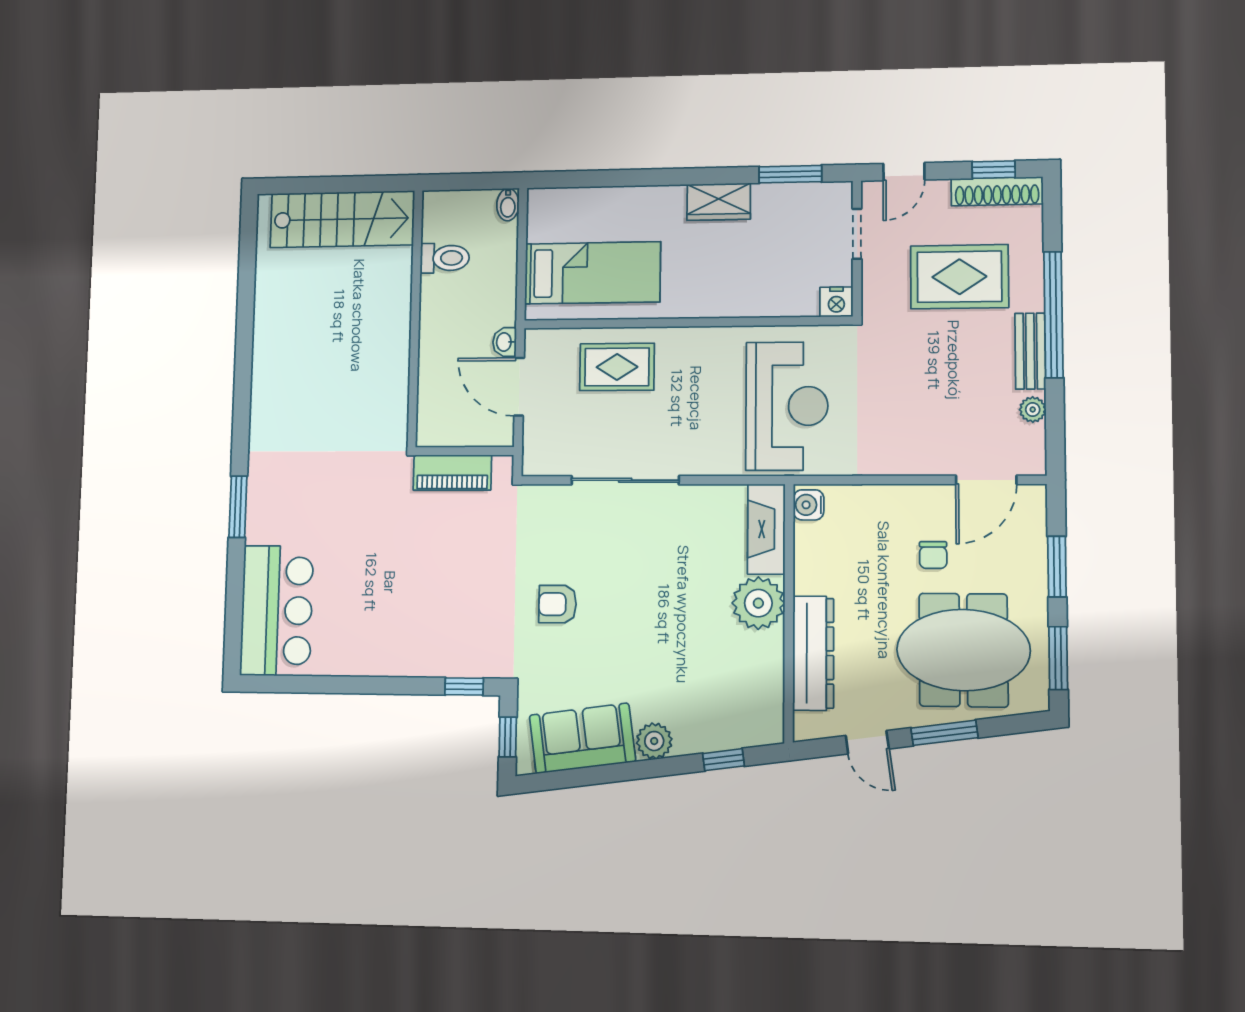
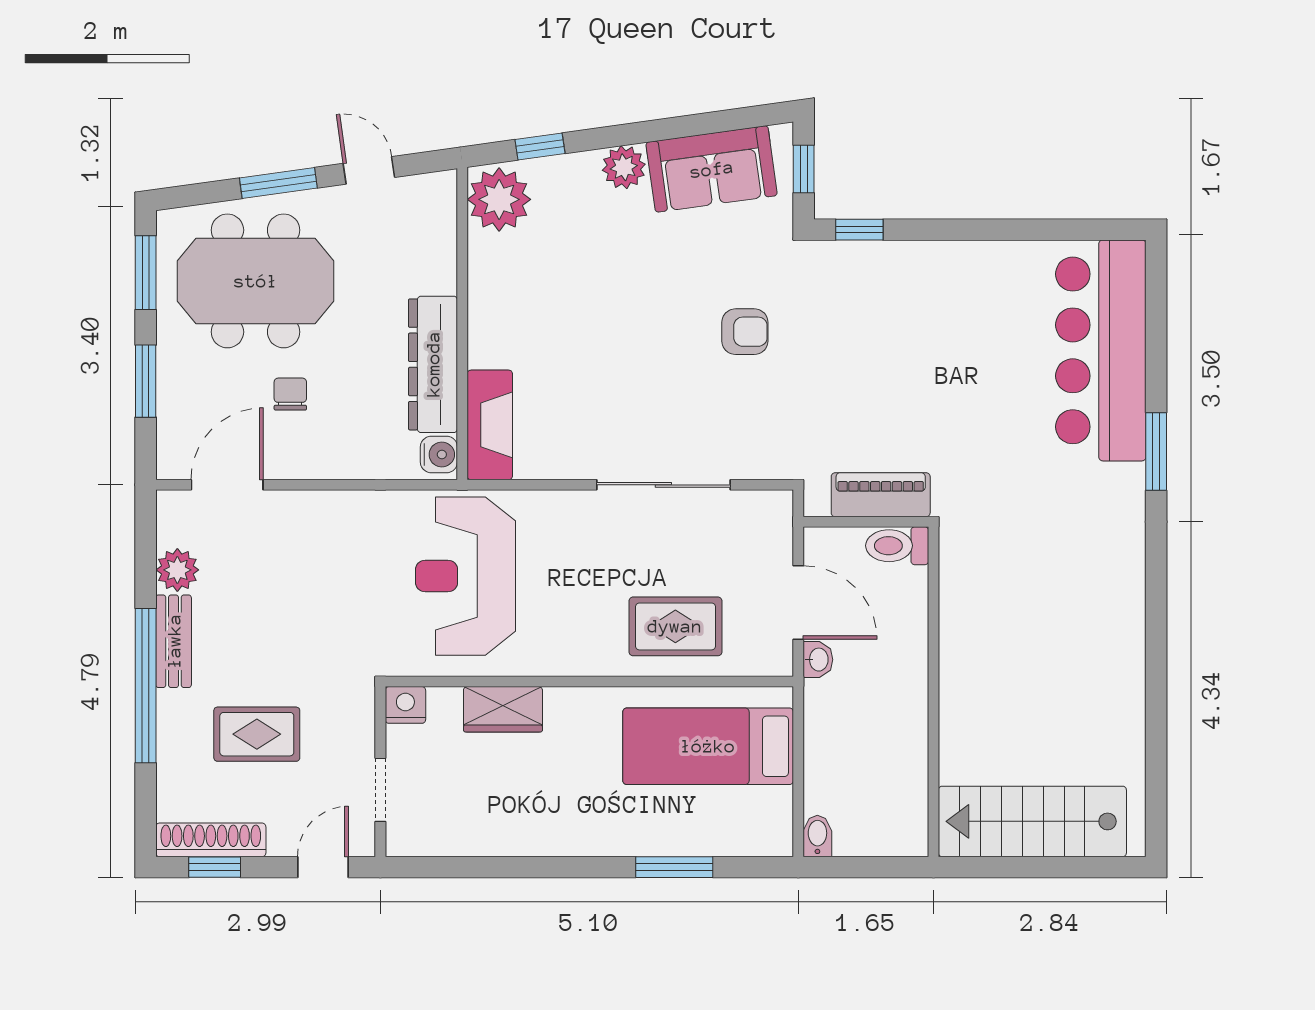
window: (790, 174) -> (674, 867), moved
wardrobe: (719, 202) -> (503, 709), moved, turned 180
toilet: (445, 258) -> (897, 546), moved
rug: (959, 277) -> (257, 734), width x0.73, depth x0.70
plant: (1033, 410) -> (177, 570), width x1.38, depth x1.38
plant: (758, 603) -> (499, 199), moved
bar counter: (277, 610) -> (1101, 350), width x1.36
dresser: (813, 653) -> (433, 364), moved

